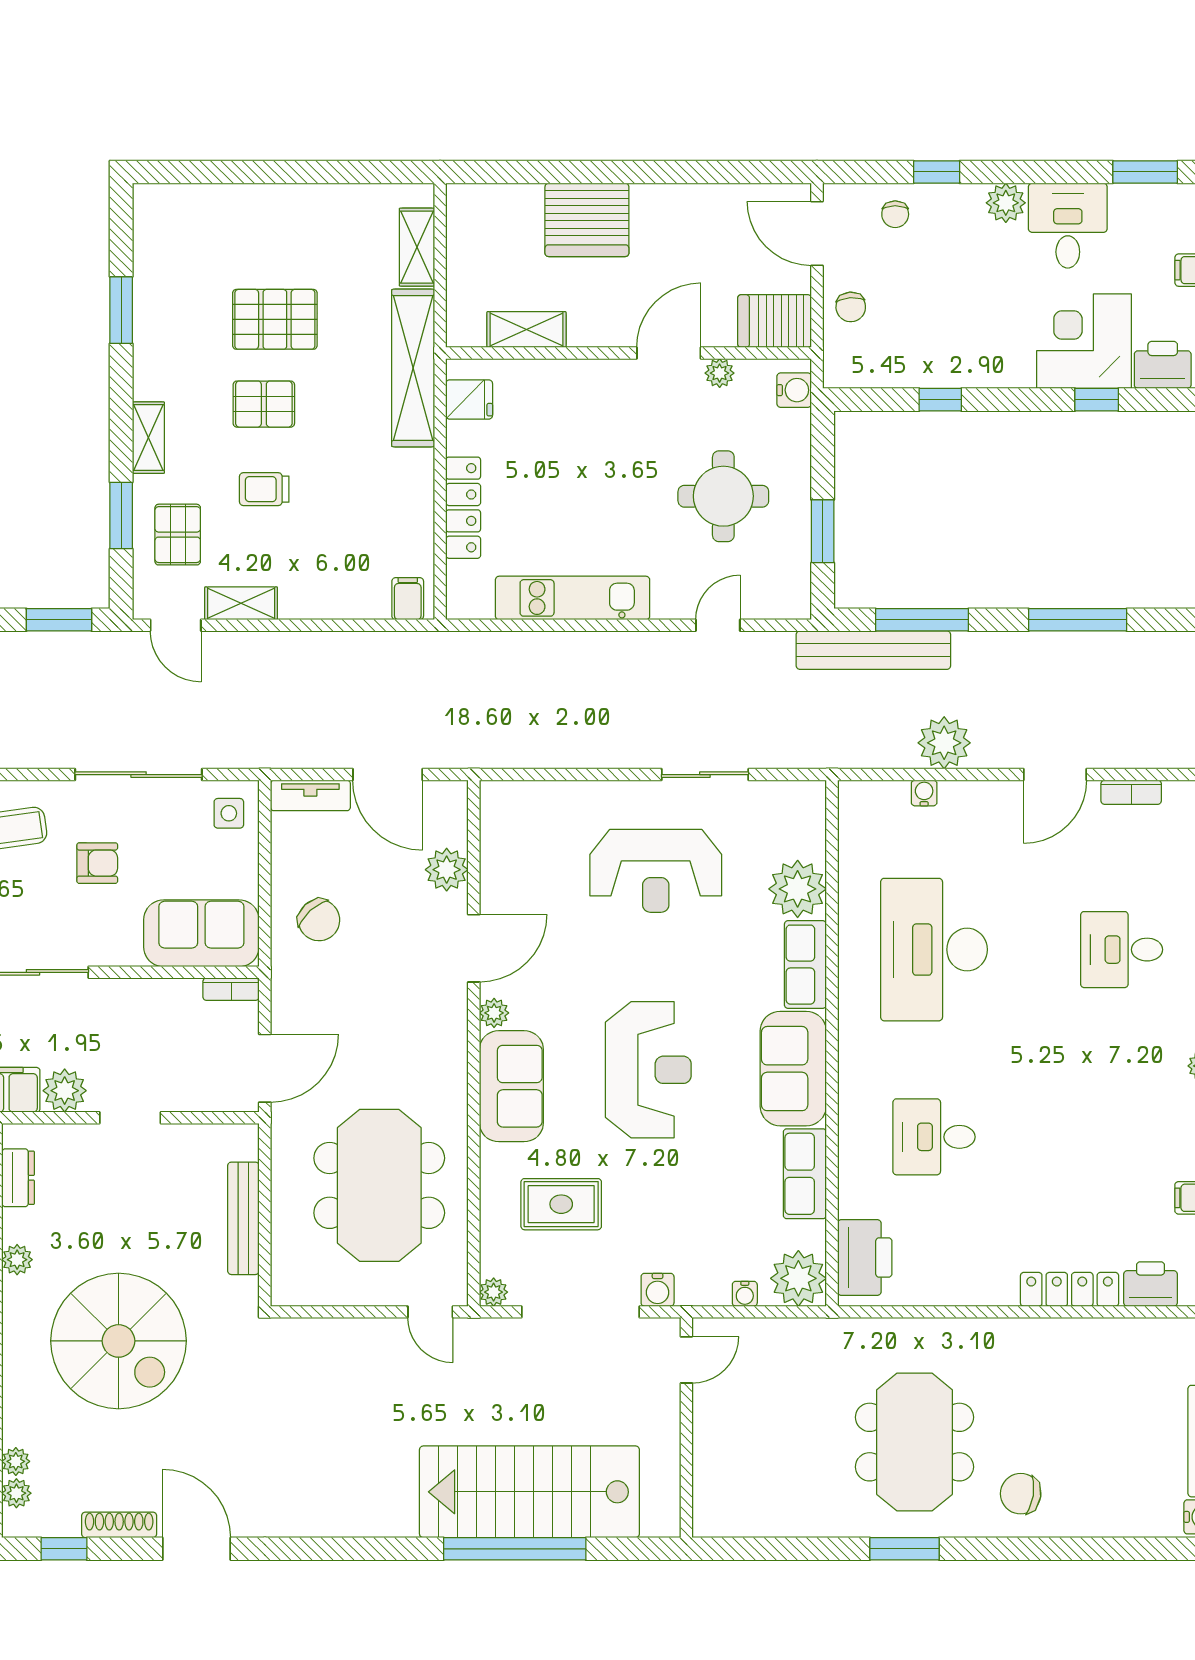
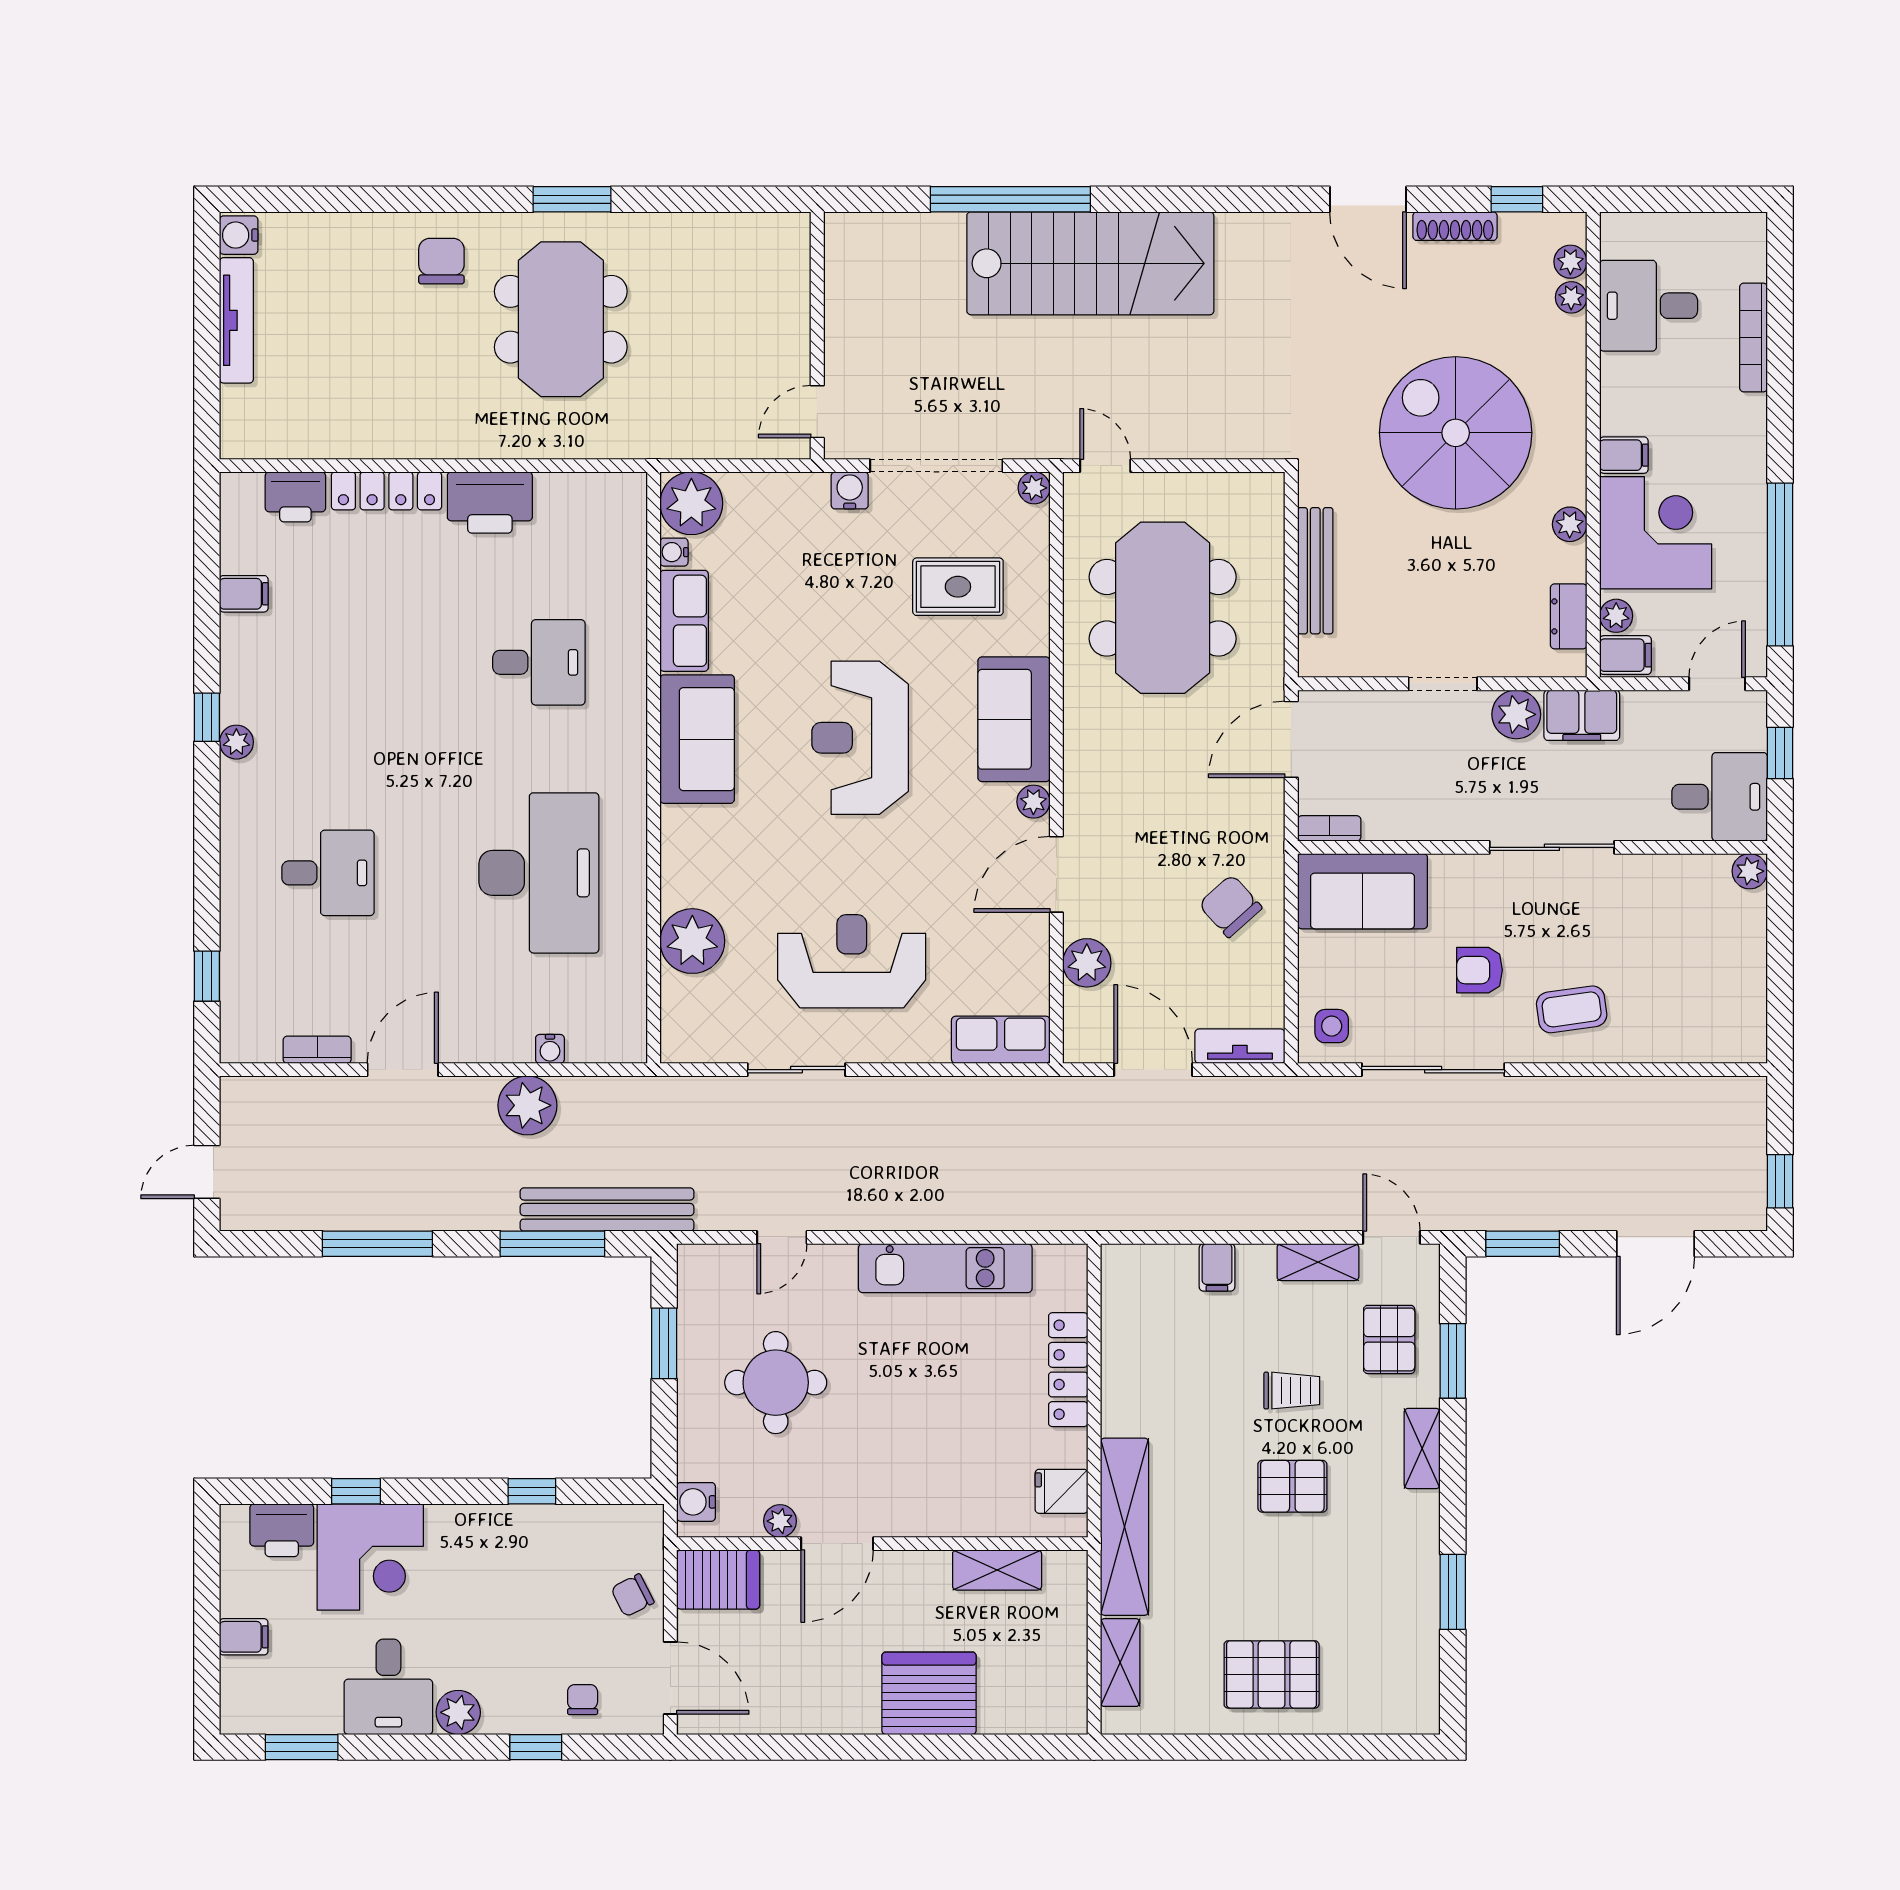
chair: (851, 307) -> (632, 1595), turned -113
pallet: (275, 319) -> (1272, 1674), moved
filing cabinet: (408, 599) -> (1217, 1267), moved
row of seats: (805, 965) -> (1001, 1040), moved, turned -90
printer: (865, 1257) -> (490, 502), moved, turned -90
water cooler: (745, 1294) -> (674, 552), moved, turned -90
stairs: (529, 1492) -> (1090, 263), moved
chair: (1021, 1494) -> (441, 261), turned -99

